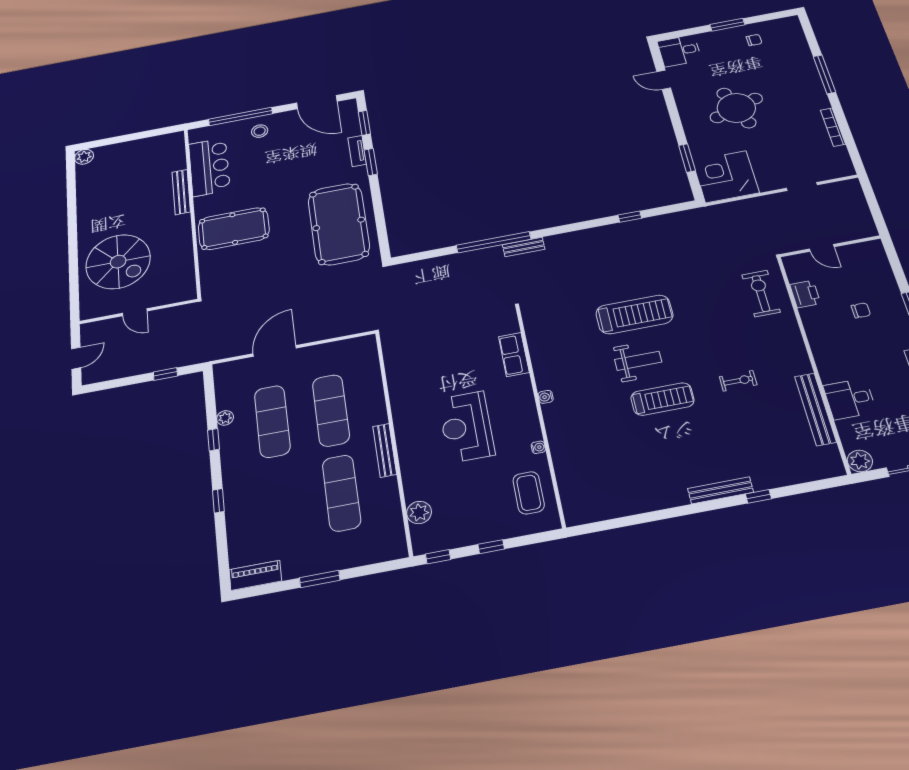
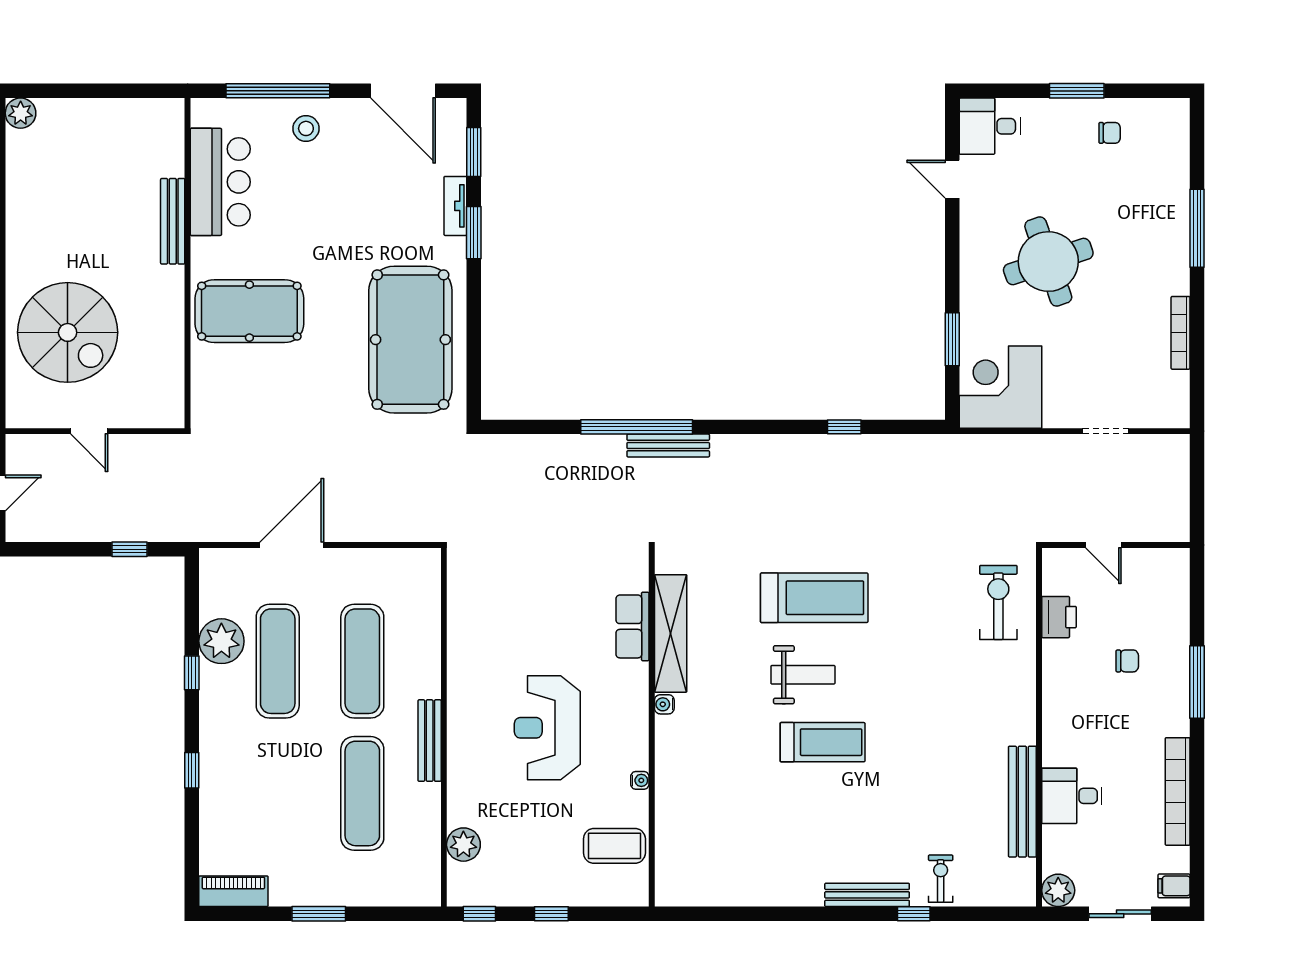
bench: (524, 247) -> (668, 446), width x1.36
shelving: (541, 354) -> (671, 633), added
exercise bike: (738, 381) -> (941, 879), moved, turned -90
plant: (225, 418) -> (221, 641), width x1.87, depth x1.87
coffee table: (529, 493) -> (614, 846), turned 90

